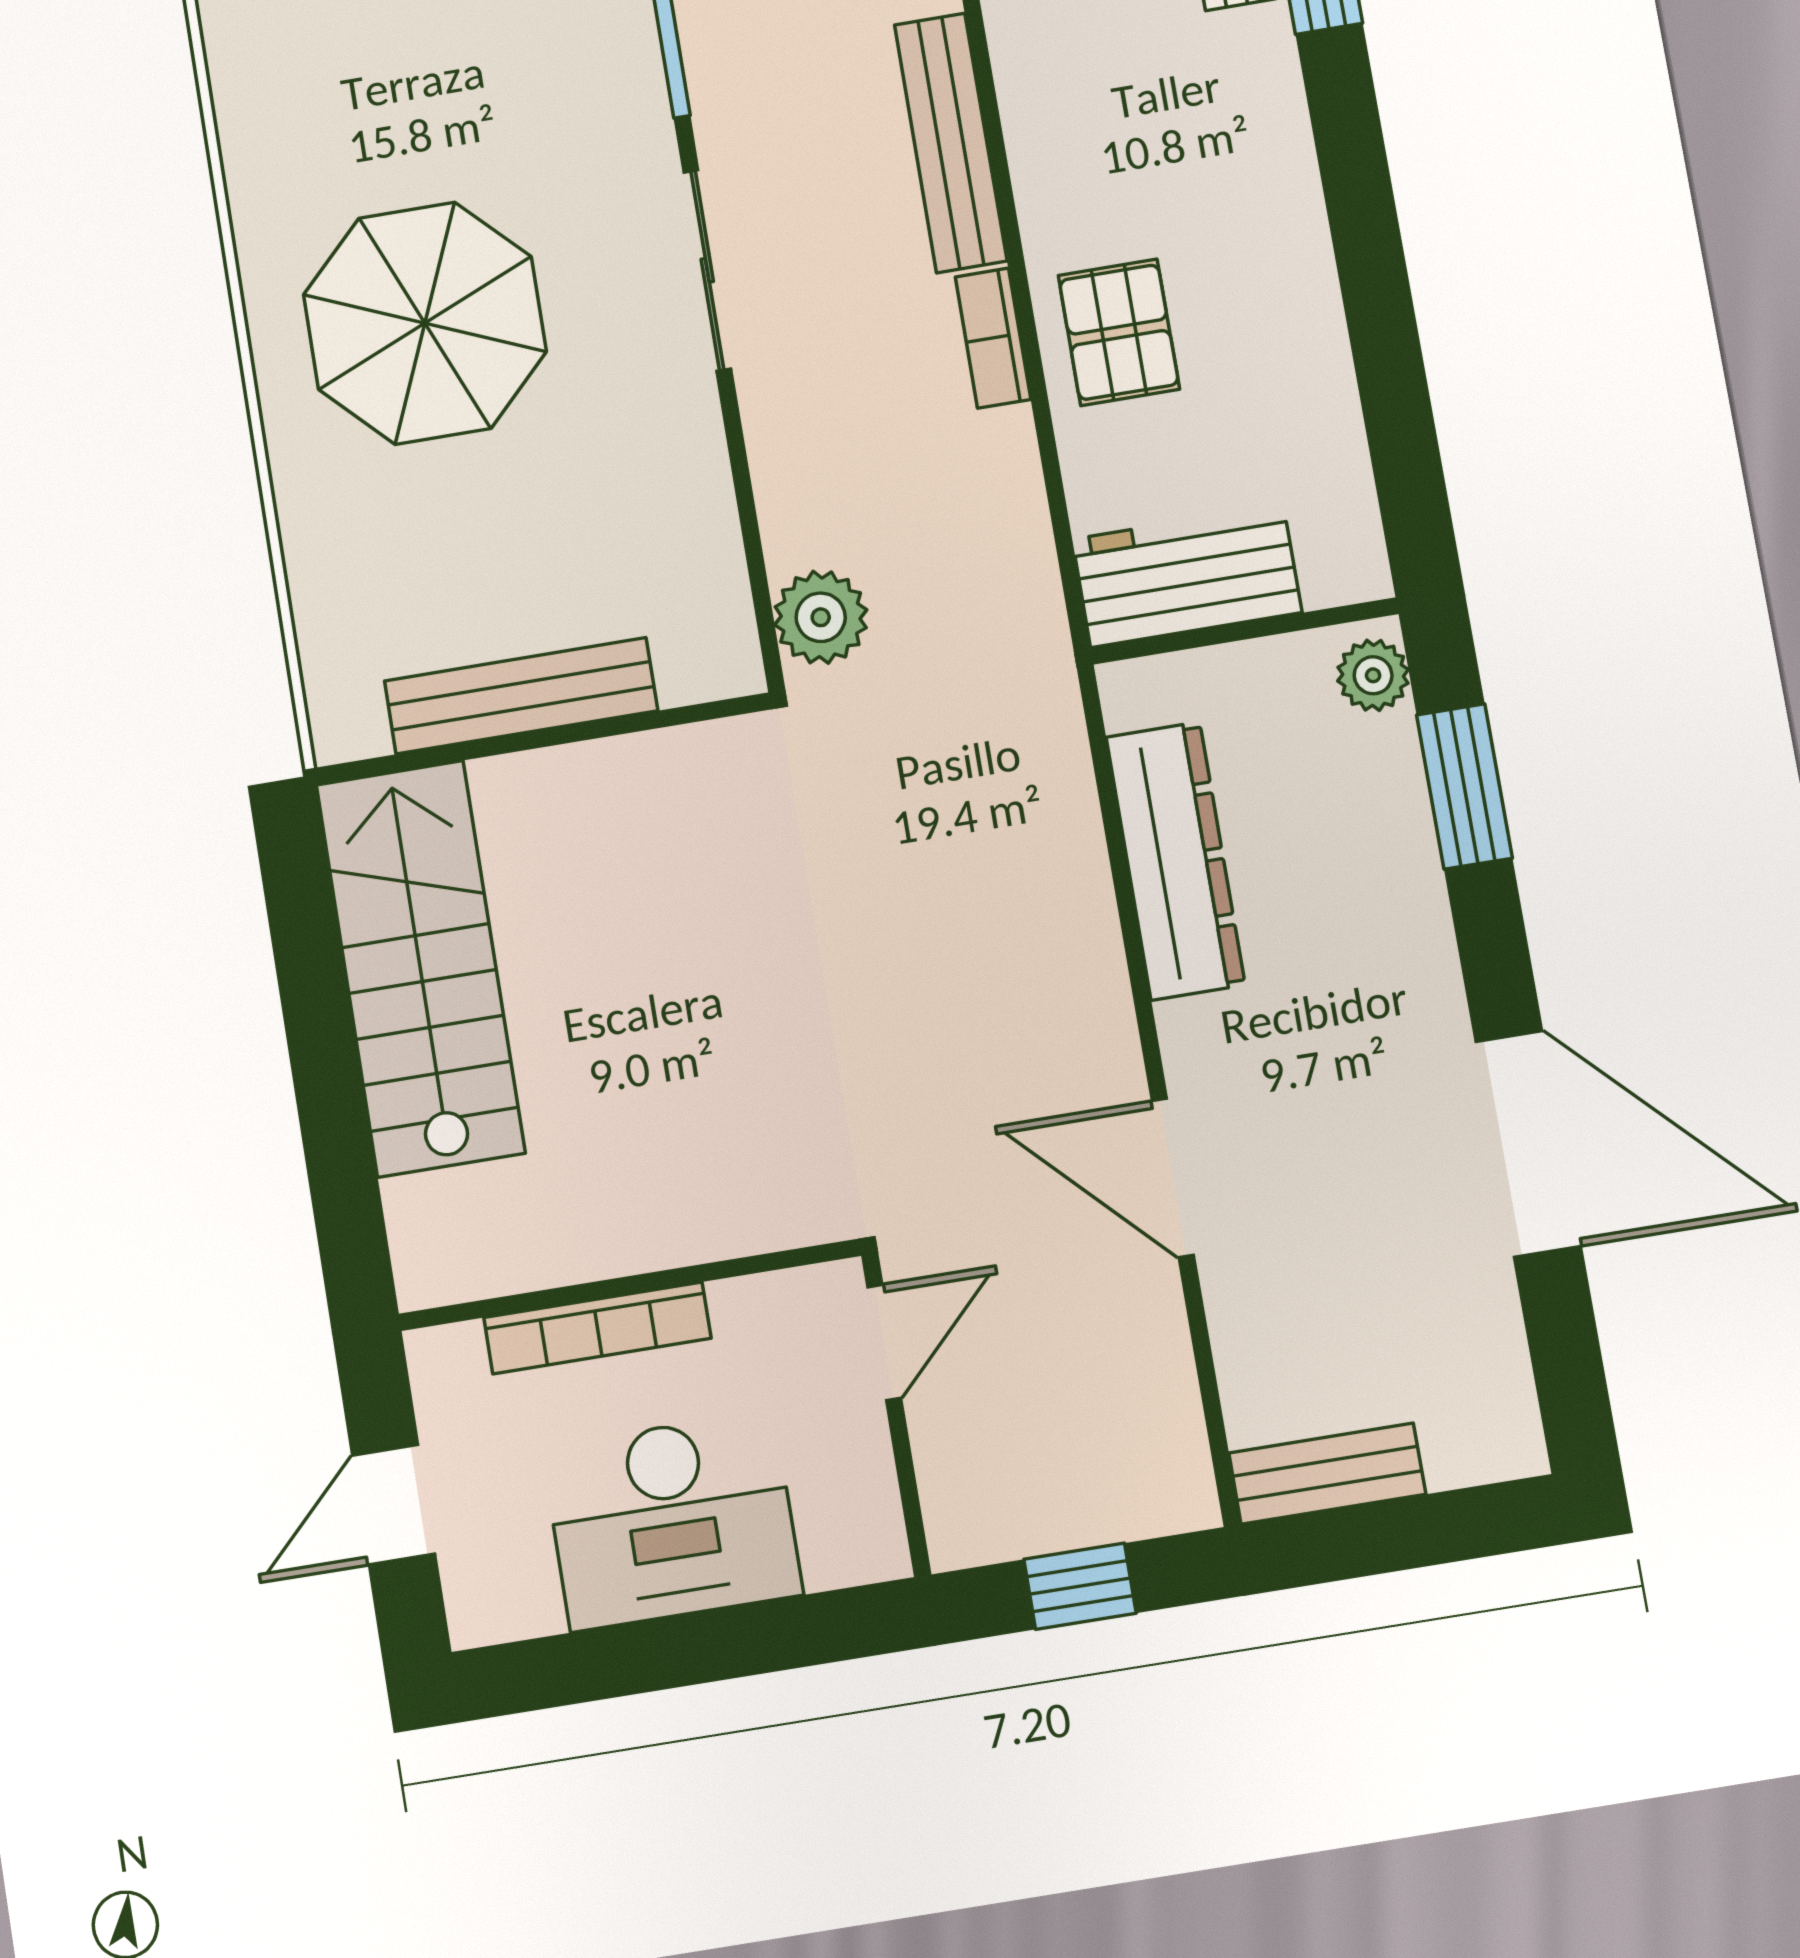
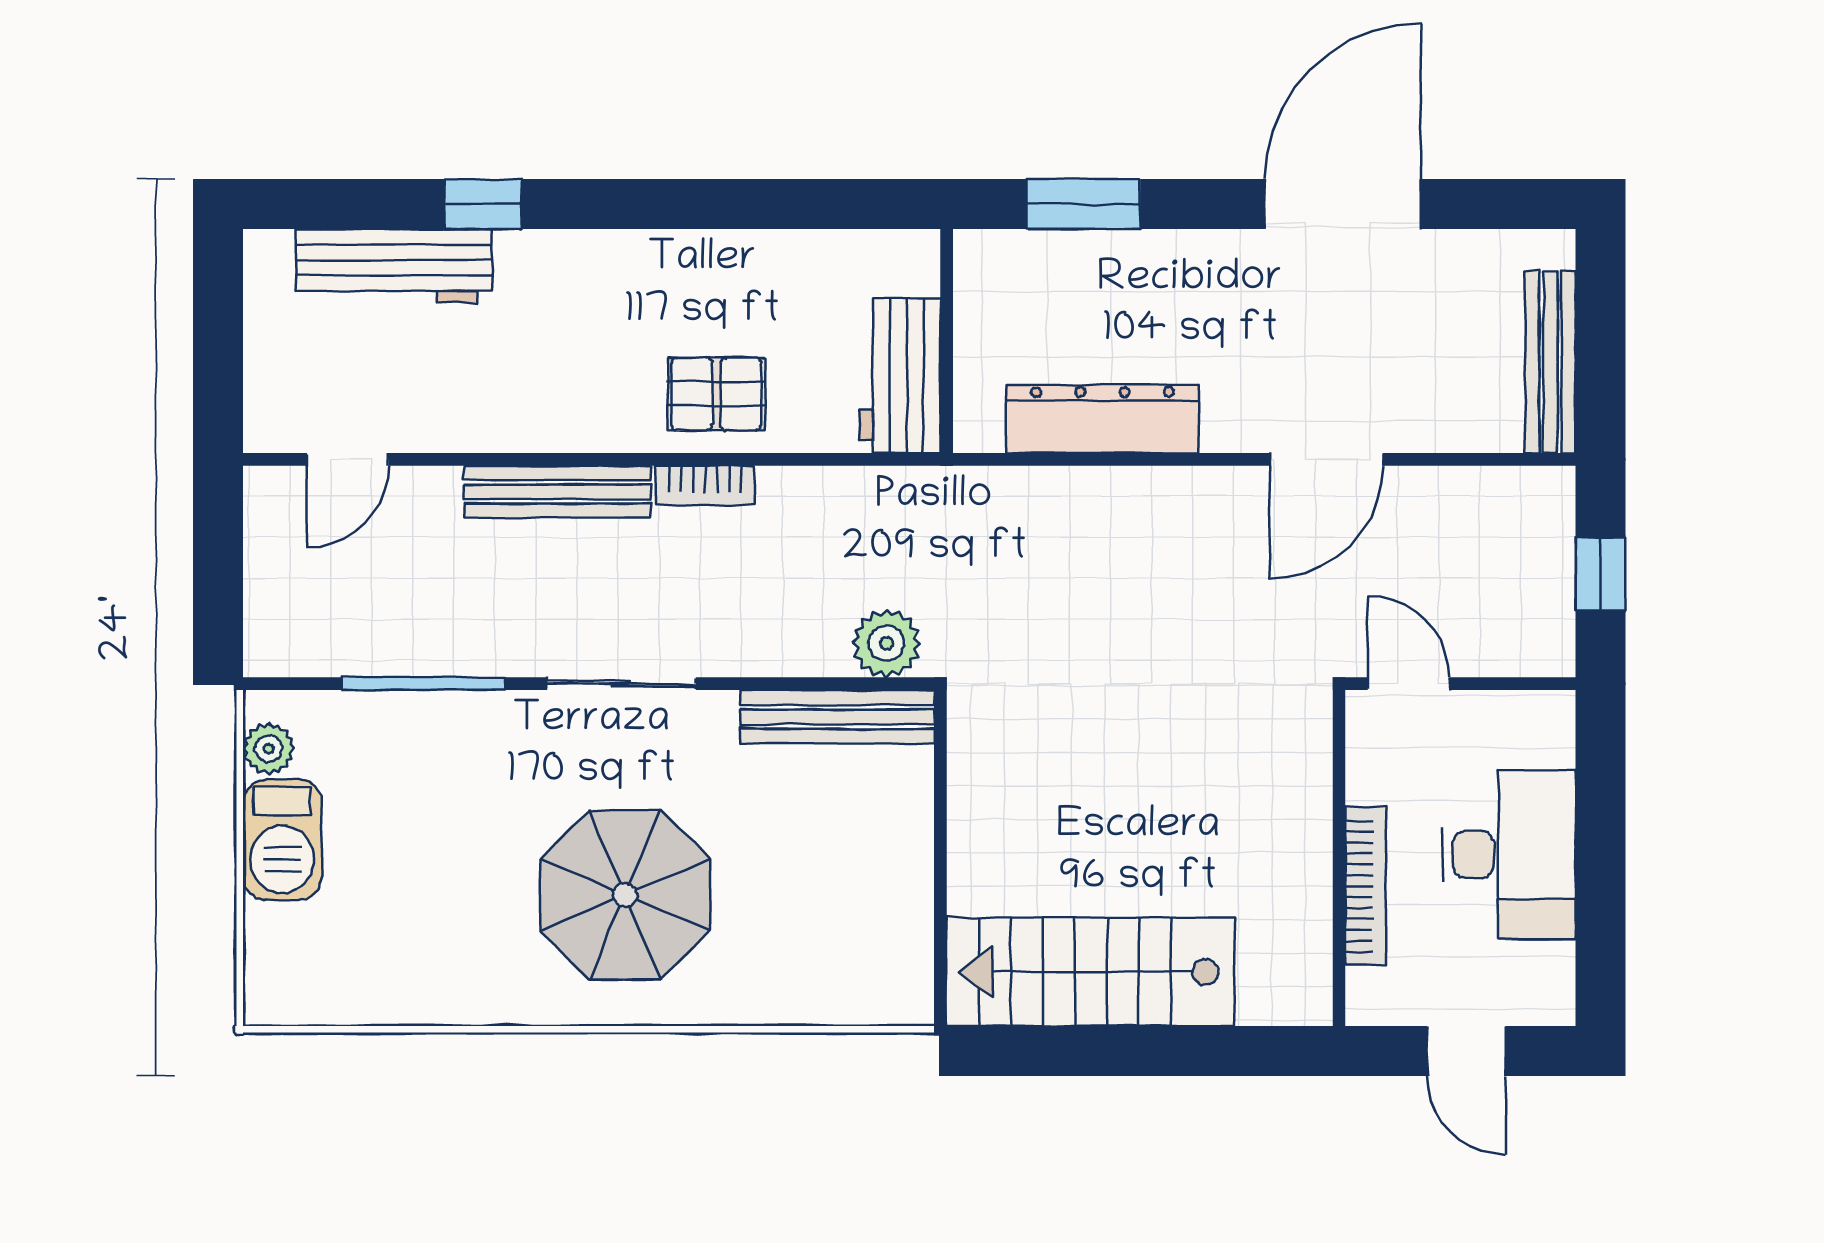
plant: (1373, 675) -> (994, 255), removed
bench: (521, 696) -> (837, 717), moved, turned 90
bench: (1327, 1474) -> (1550, 362), width x1.36

